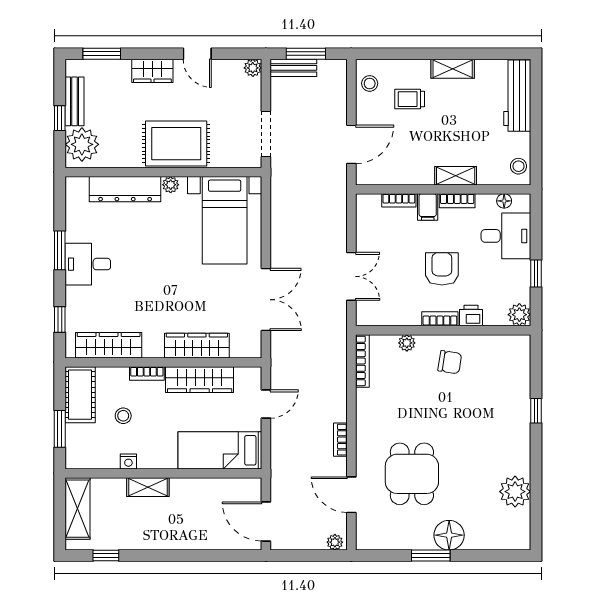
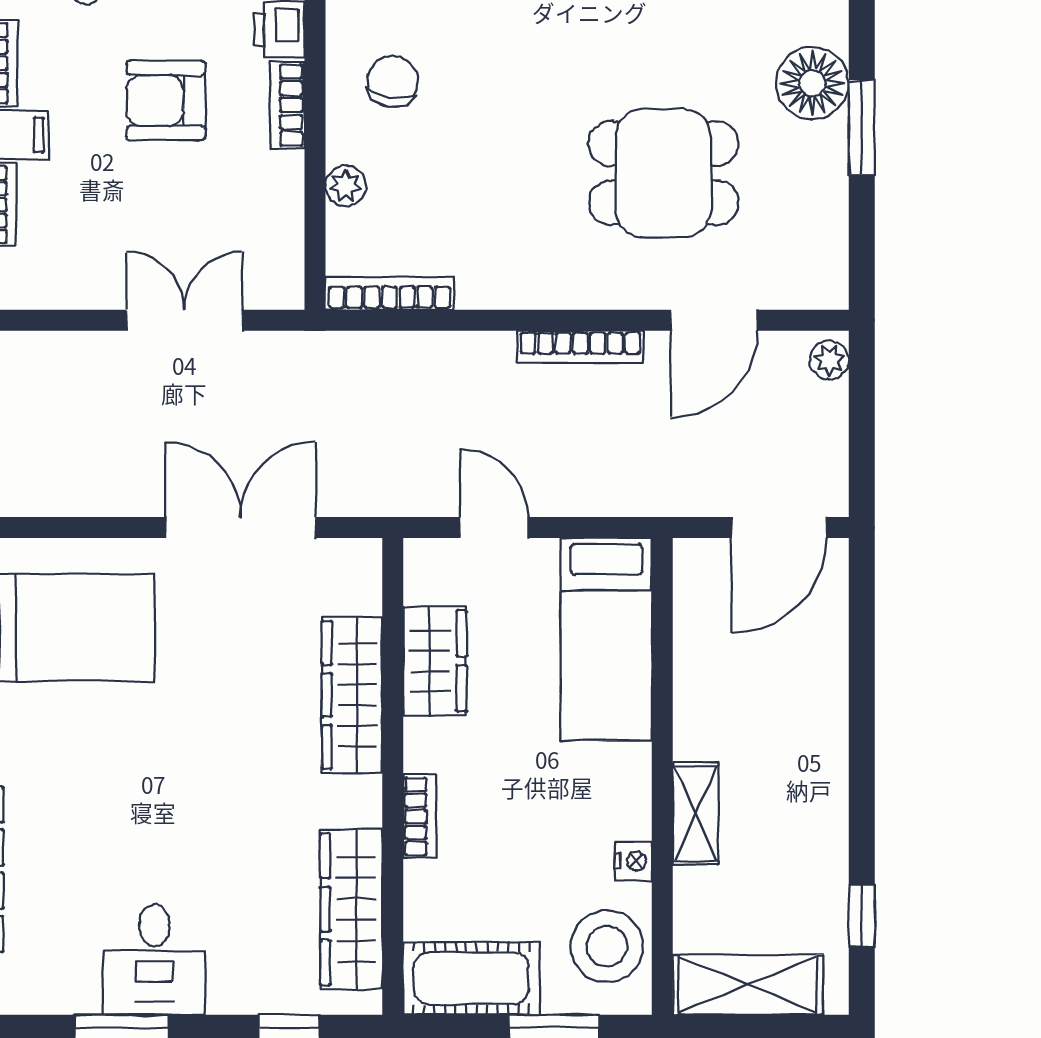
wardrobe: (200, 380) -> (435, 661), width x0.67
stool: (123, 416) -> (607, 946), moved, width x1.89, depth x1.89
bookcase: (340, 440) -> (580, 347), width x1.56

